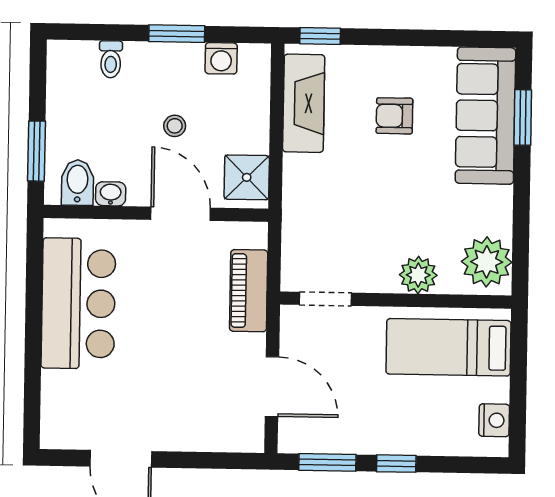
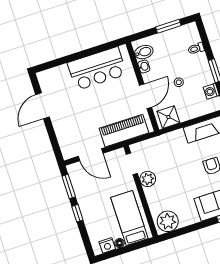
window: (37, 151) -> (168, 26), moved
plant: (418, 275) -> (148, 179), moved
piano: (249, 291) -> (124, 131), width x1.37, depth x1.33
door: (272, 387) -> (91, 155), hinge flipped
floor lamp: (498, 390) -> (120, 243), added

